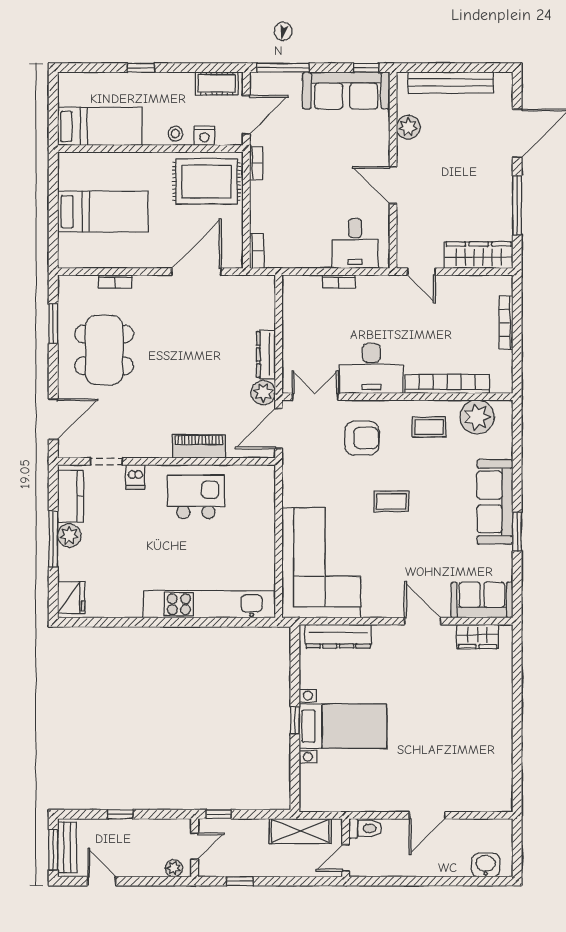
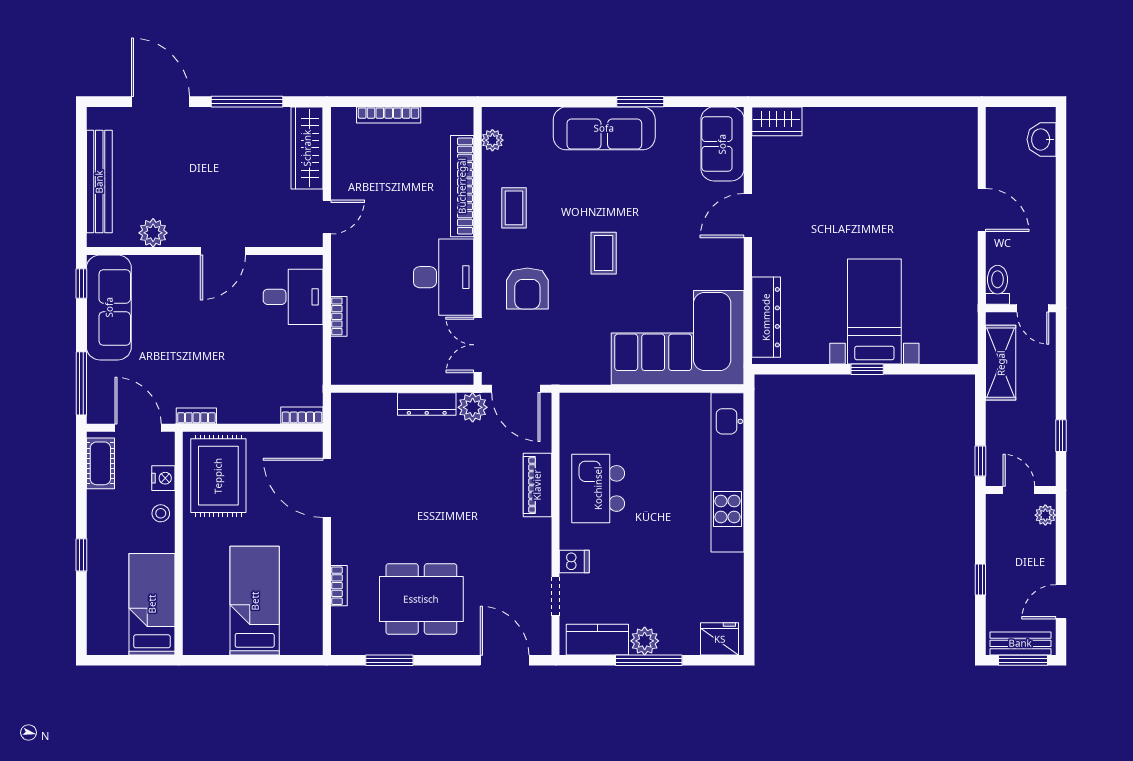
plant: (477, 417) -> (492, 140), width x0.53, depth x0.53
armchair: (362, 438) -> (527, 288), turned 180
wardrobe: (477, 636) -> (777, 121), moved, turned 90

